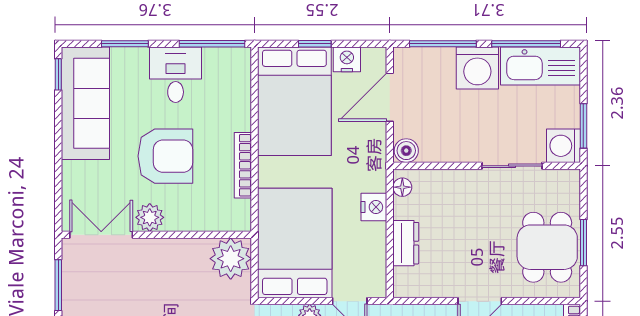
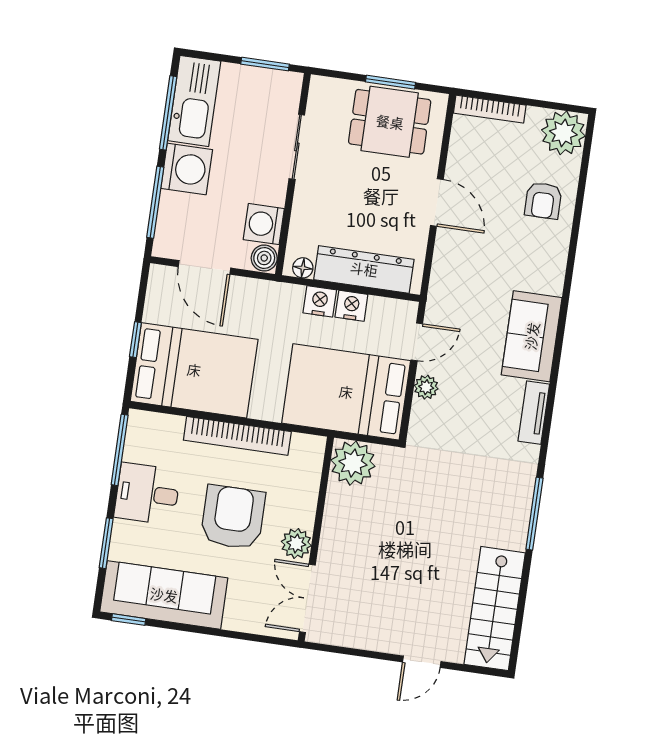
nightstand: (347, 59) -> (351, 306), moved, turned 90
washing machine: (563, 146) -> (264, 224), moved, turned 90
bookcase: (243, 165) -> (237, 436), width x1.48, depth x1.31
dresser: (406, 243) -> (364, 269), width x1.96, depth x1.24
window: (58, 285) -> (355, 652), removed

